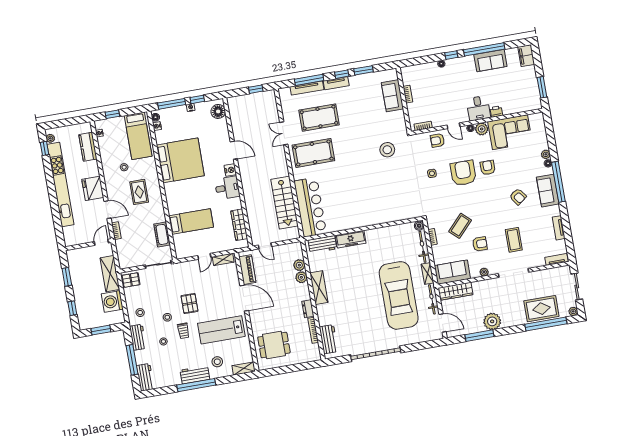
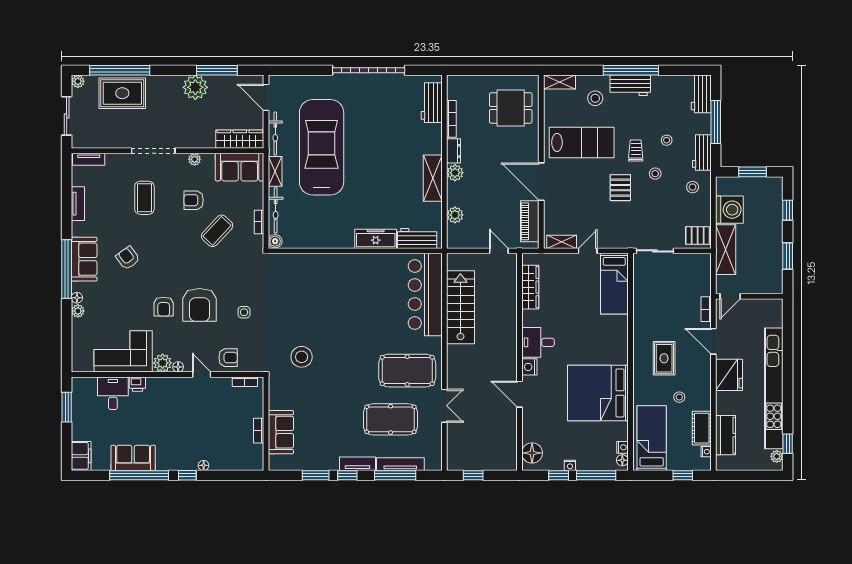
desk: (478, 108) -> (113, 393), moved
bed: (191, 221) -> (614, 284), moved, turned -90
cot: (162, 234) -> (702, 428), moved
plant: (301, 277) -> (455, 173), moved

